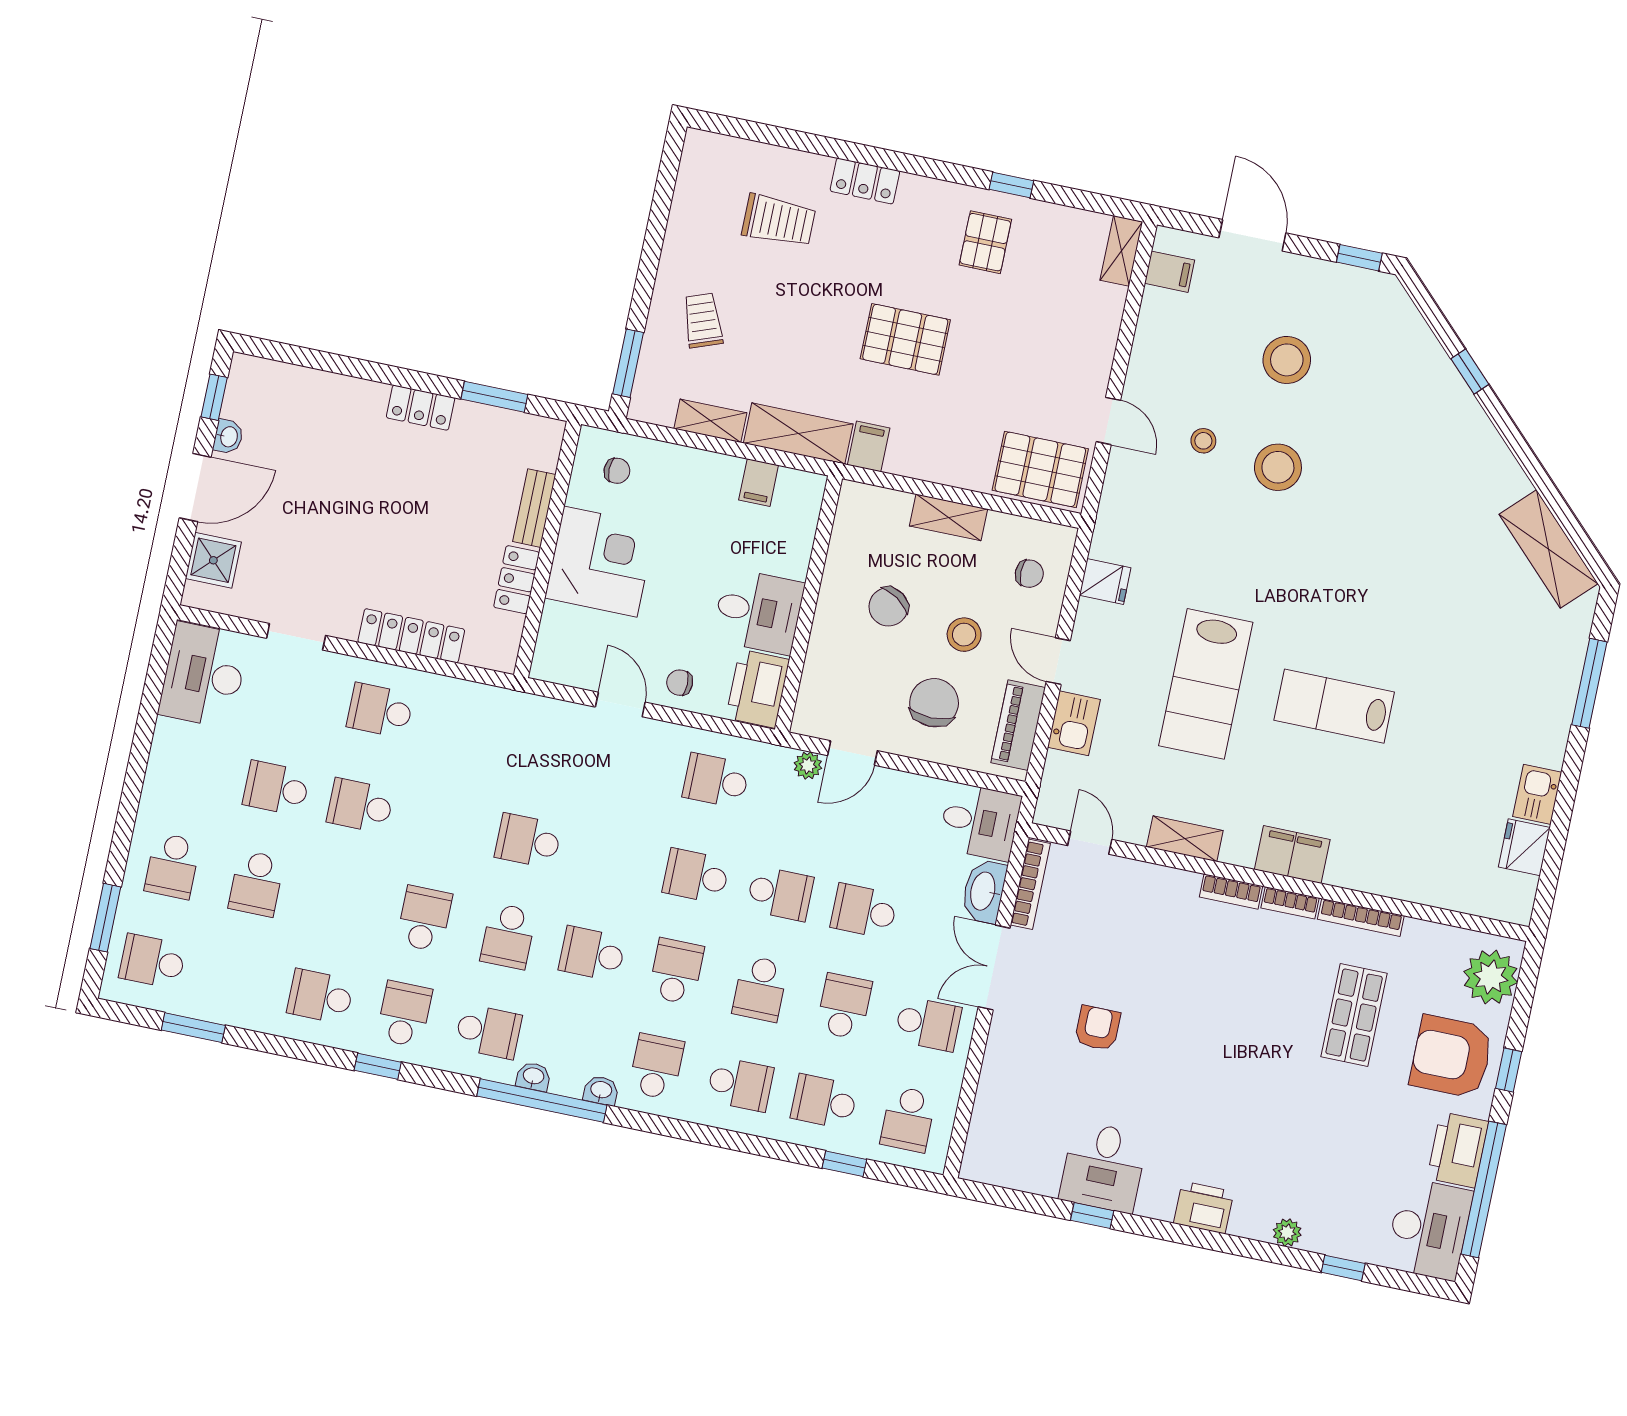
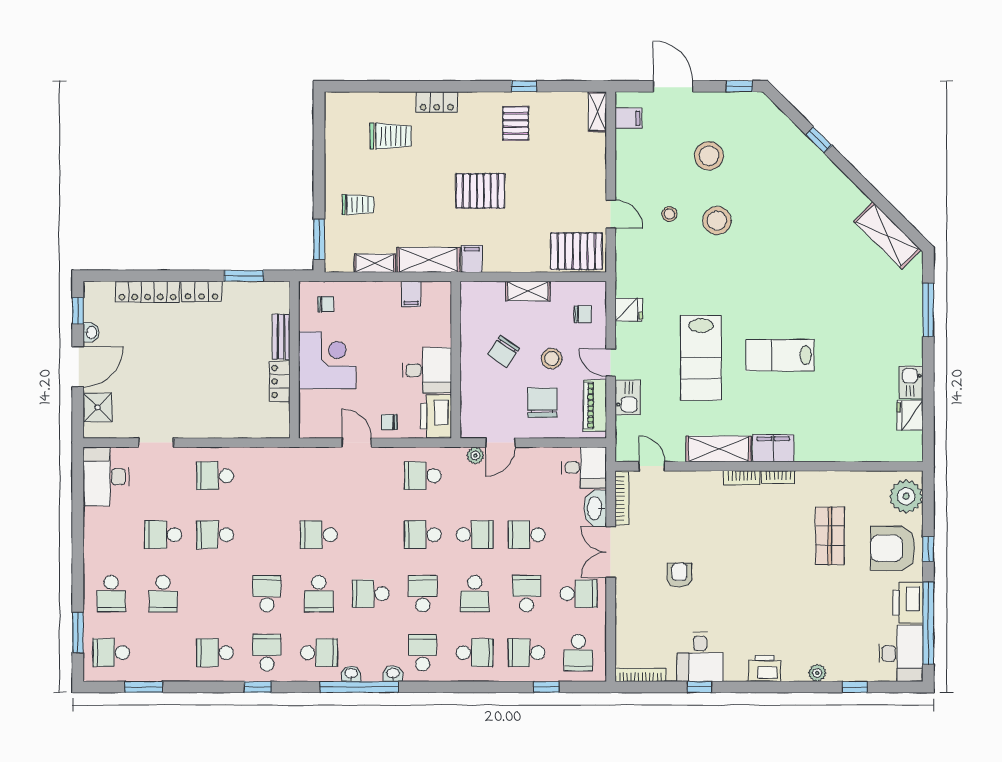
trolley: (703, 320) -> (358, 205), turned 110
locker: (411, 636) -> (147, 292), moved, turned 180
shelving: (1185, 839) -> (719, 449), width x1.50, depth x1.33
bookcase: (1361, 918) -> (640, 675), moved, turned 180

